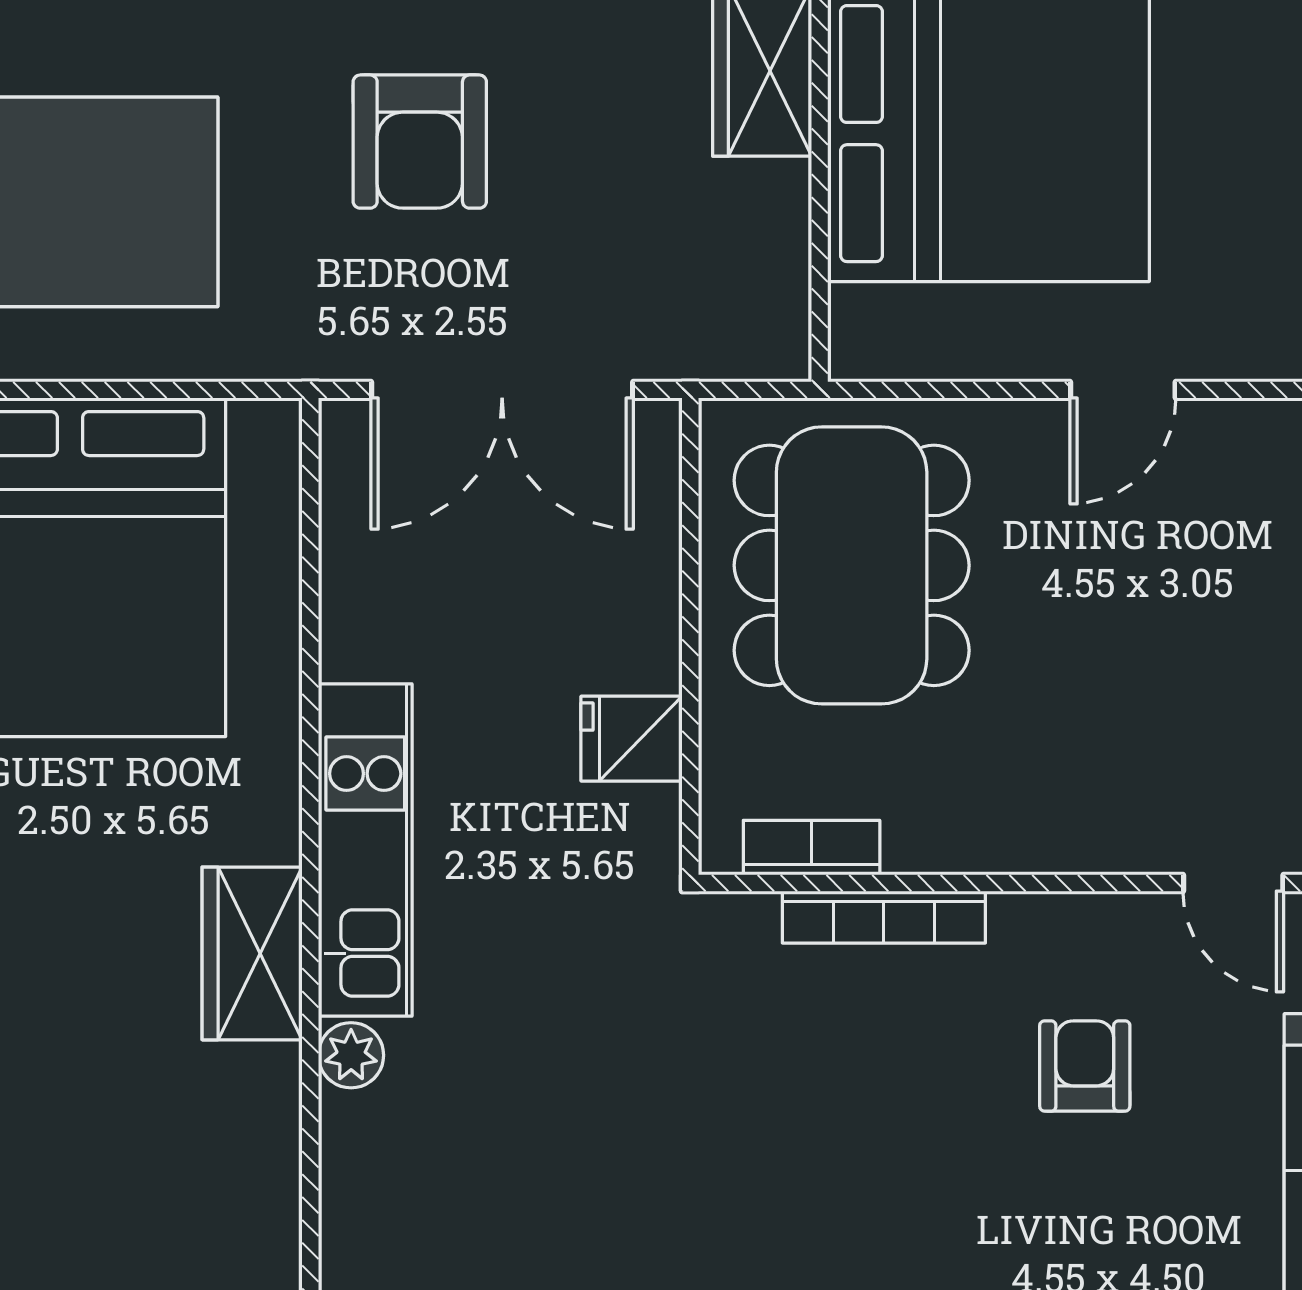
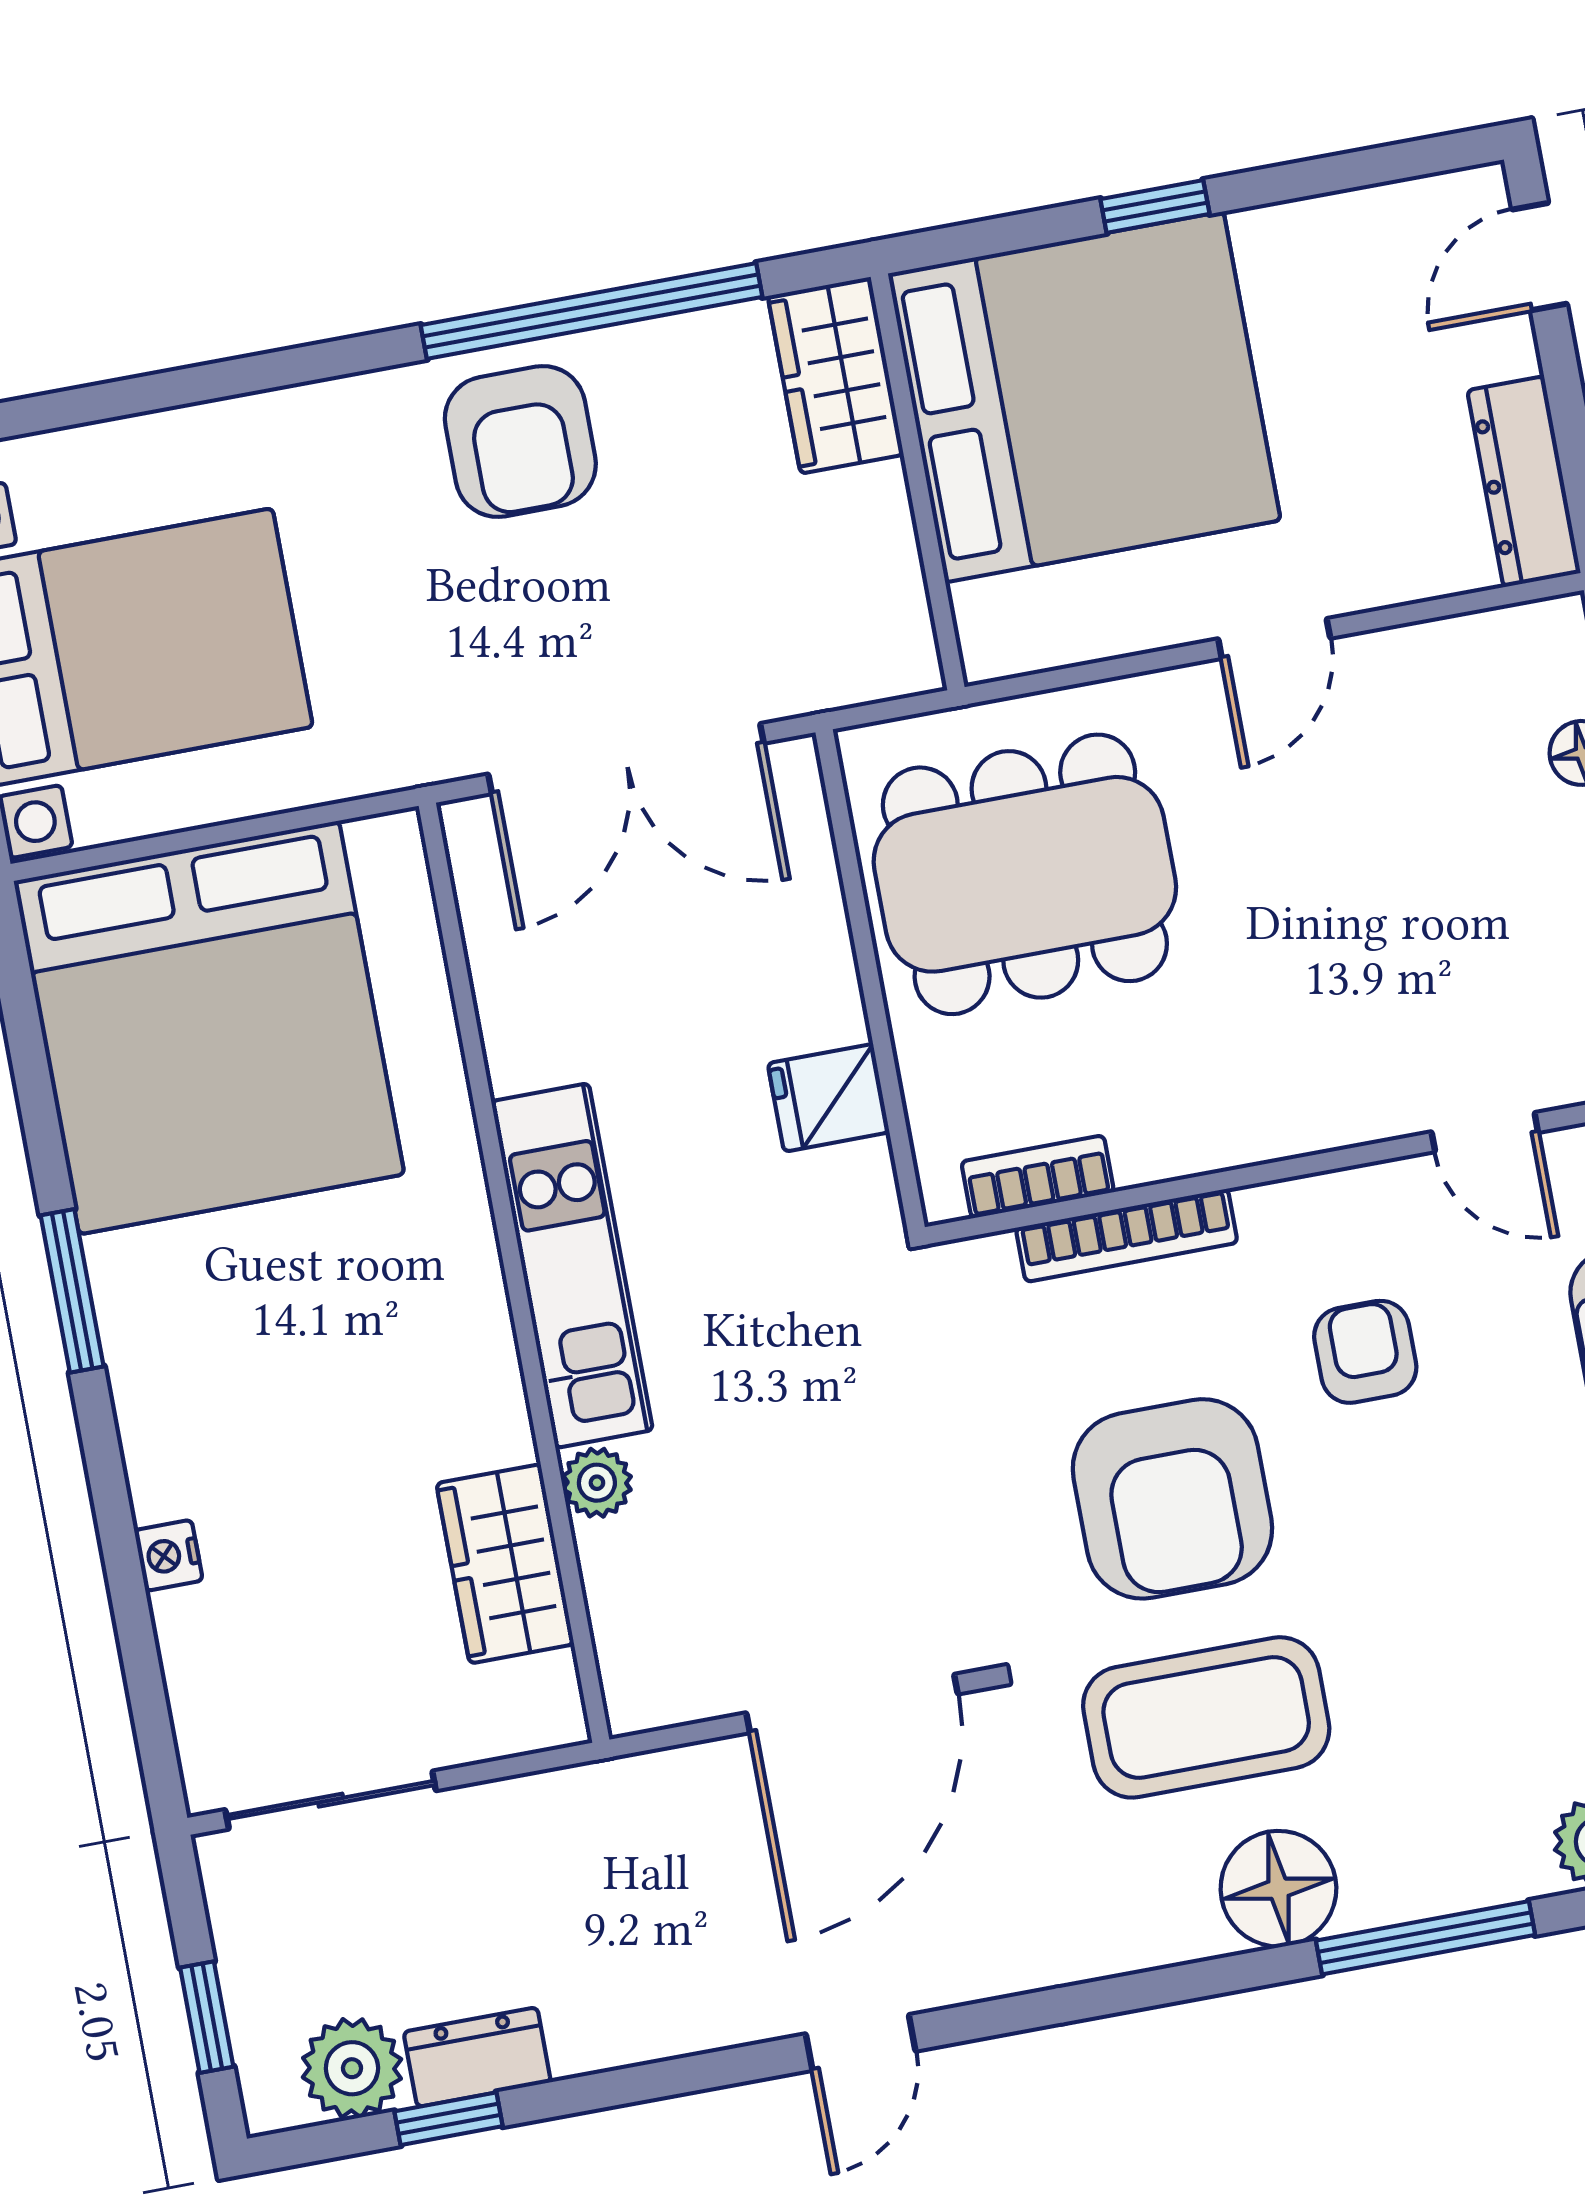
armchair: (420, 142) -> (520, 441), moved
dining table: (852, 565) -> (1025, 874), turned 90
wardrobe: (252, 953) -> (505, 1564), moved
armchair: (881, 1169) -> (1172, 1499), added

